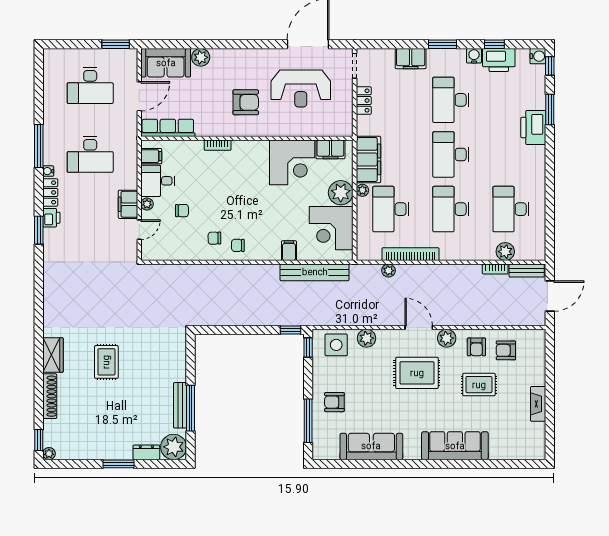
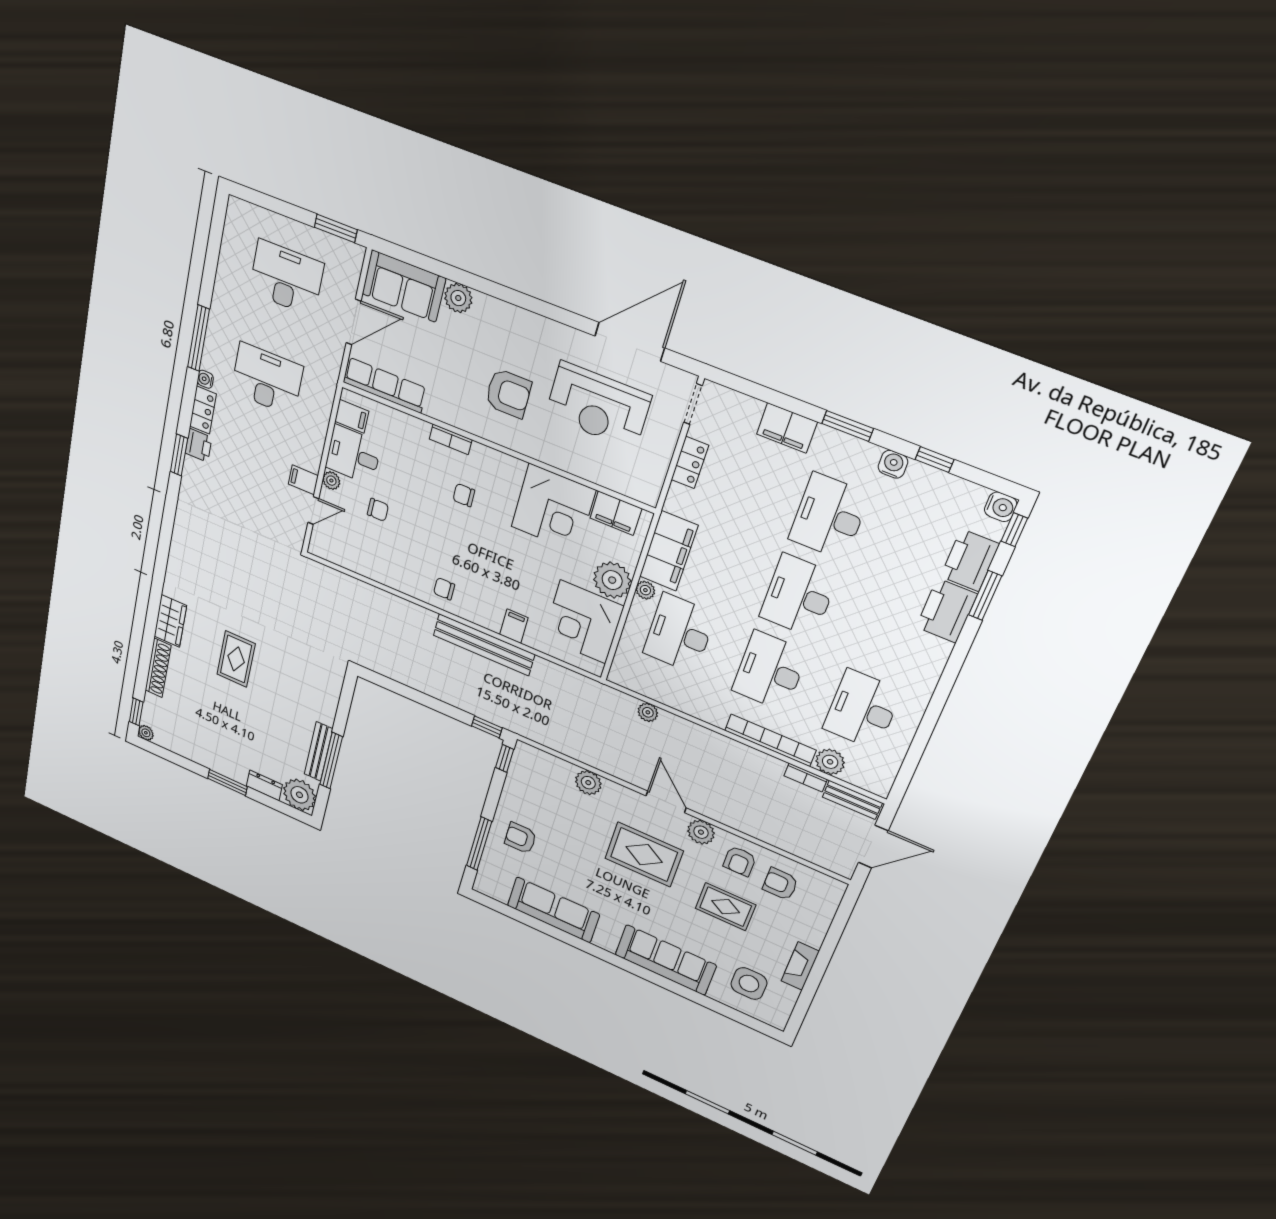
printer: (499, 60) -> (970, 560), moved, turned 90
desk: (90, 86) -> (286, 278), turned 180
desk: (90, 154) -> (267, 379), turned 180
filing cabinet: (128, 204) -> (303, 480), width x0.50
chair: (214, 238) -> (464, 495), moved
bookcase: (411, 254) -> (770, 740), moved
bench: (315, 272) -> (484, 645), moved
side table: (336, 345) -> (749, 983), moved

